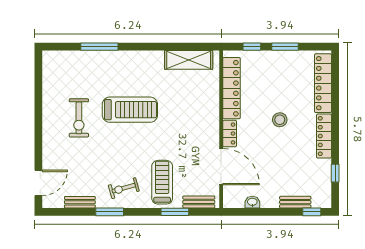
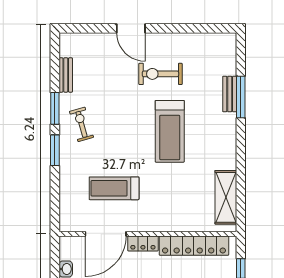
treadmill: (162, 182) -> (114, 188), moved, turned 180
door: (38, 183) -> (131, 28), moved
bench: (199, 202) -> (230, 94), moved
window: (175, 212) -> (55, 150), moved

